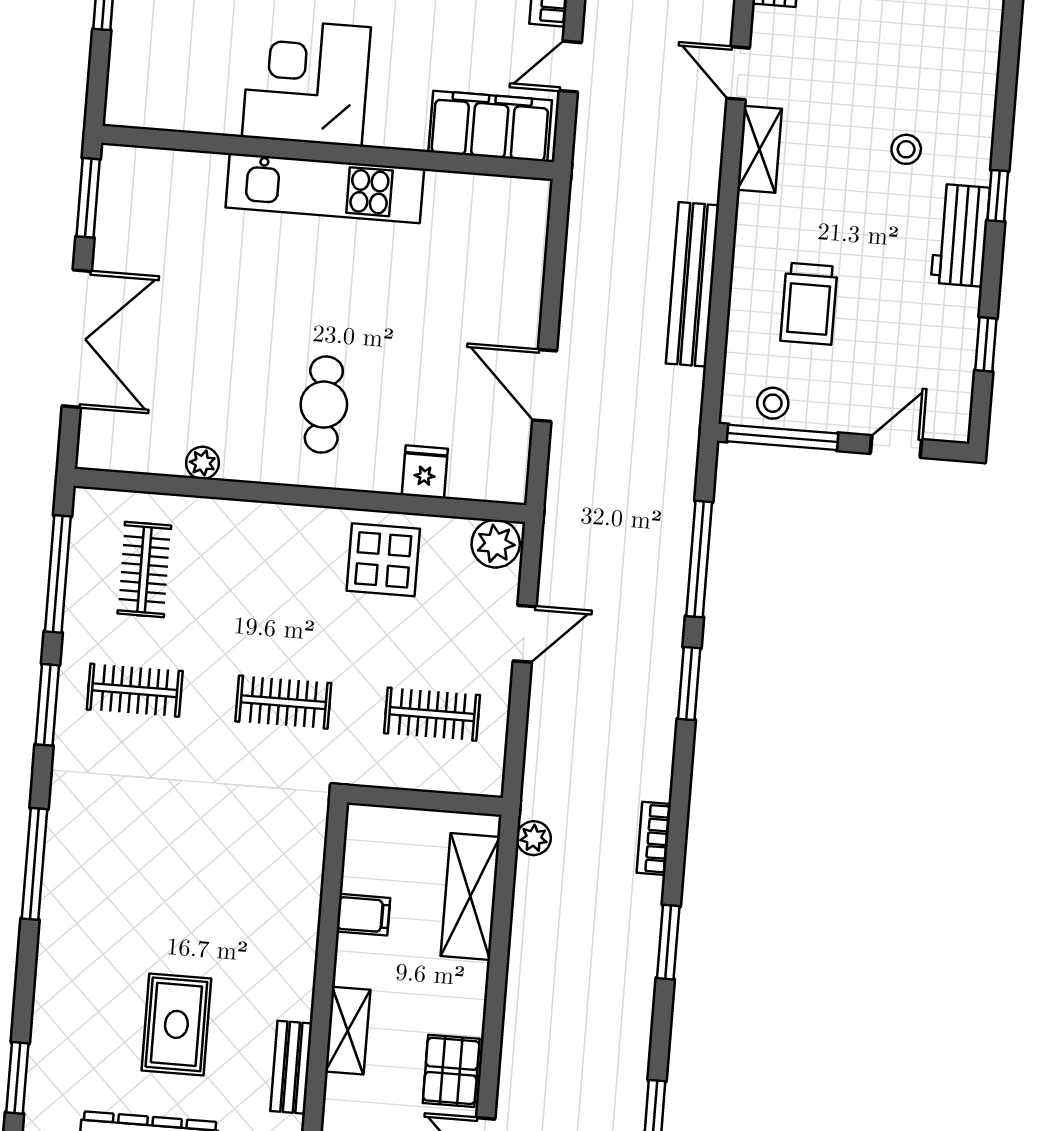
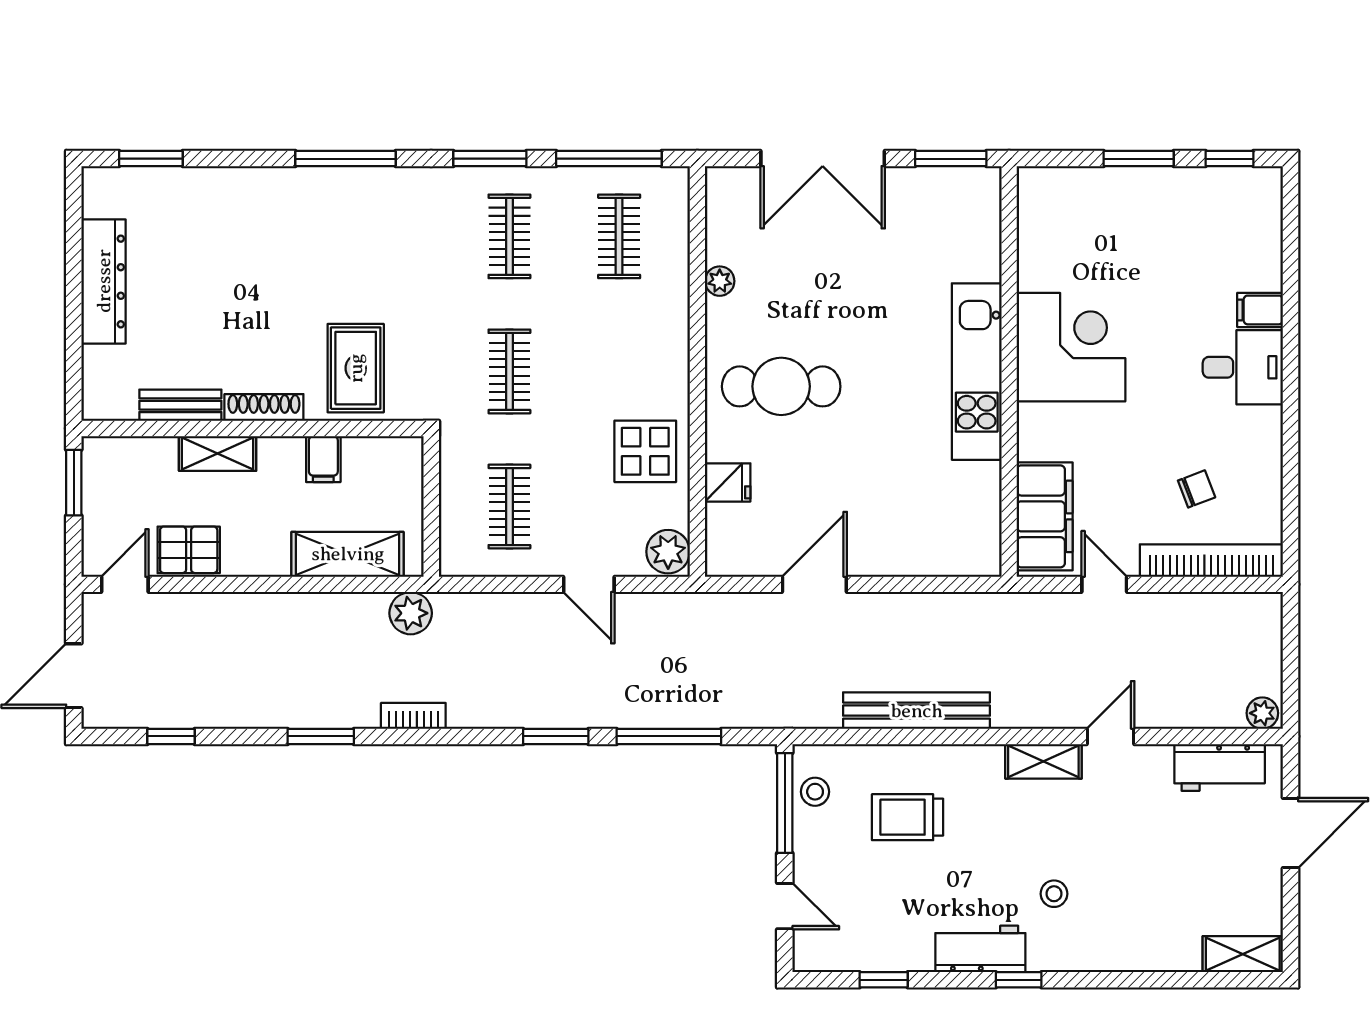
cafe table: (324, 405) -> (781, 386), width x1.37, depth x1.35
clothes rail: (144, 570) -> (619, 236), turned 90
plant: (534, 838) -> (411, 613), width x1.38, depth x1.38
shoe rack: (301, 975) -> (264, 407), added
rug: (176, 1024) -> (356, 368), moved, turned 90

